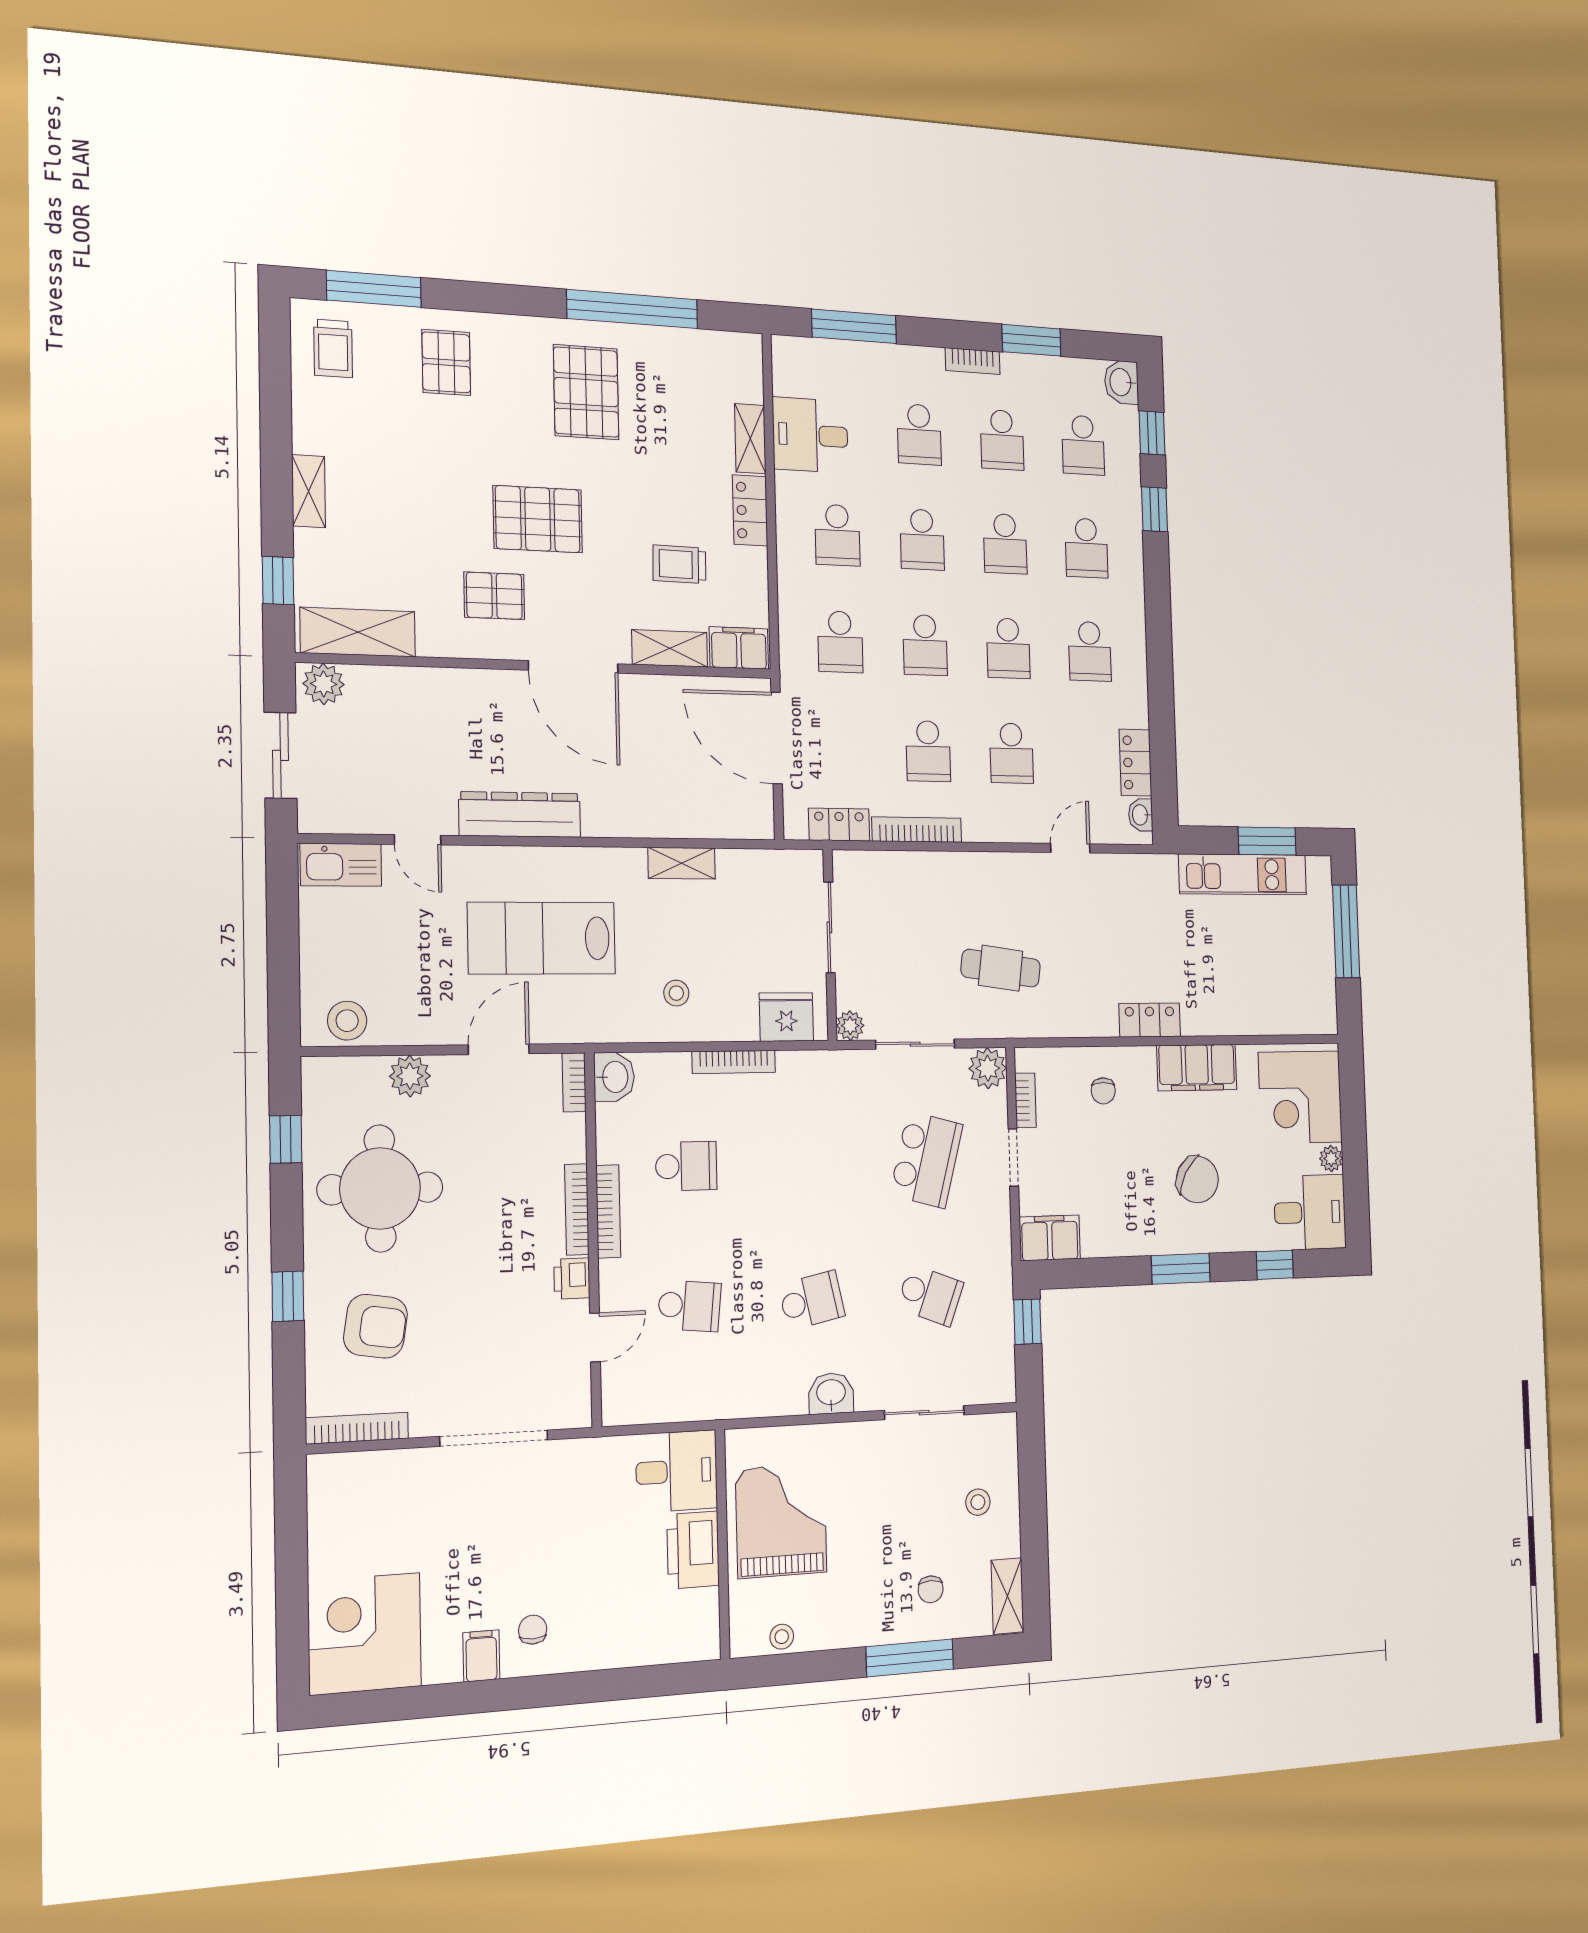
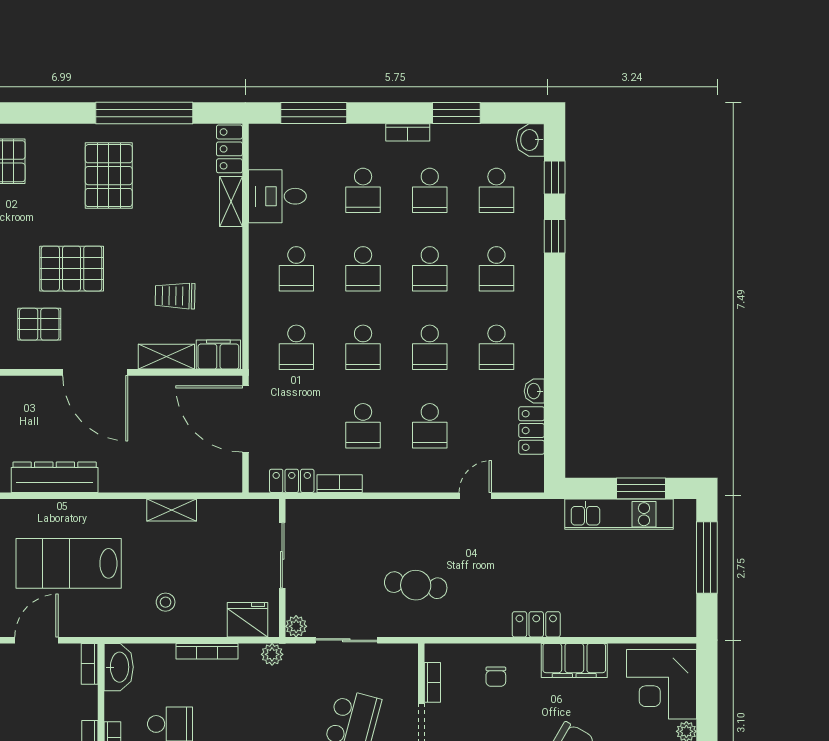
locker: (750, 510) -> (229, 149), moved
washbasin: (1141, 815) -> (534, 391), moved
bookcase: (917, 830) -> (340, 484), width x0.64
plant: (988, 1068) -> (272, 654), moved, width x0.73, depth x0.73
washbasin: (614, 1077) -> (119, 667), width x1.38

